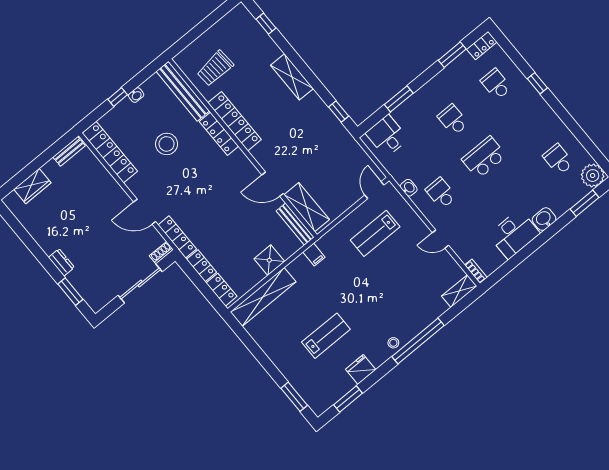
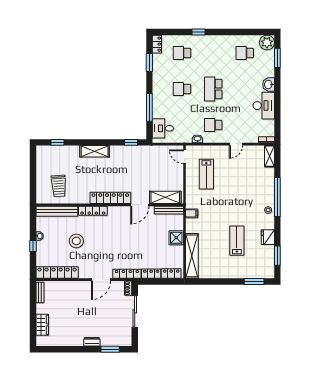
window: (399, 99) -> (149, 107), width x1.44
locker: (235, 121) -> (110, 198), moved

